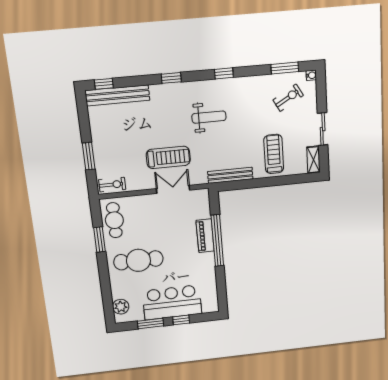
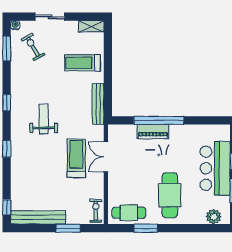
bench: (117, 95) -> (38, 217), moved, turned 90
sliding door: (323, 129) -> (50, 17), moved

